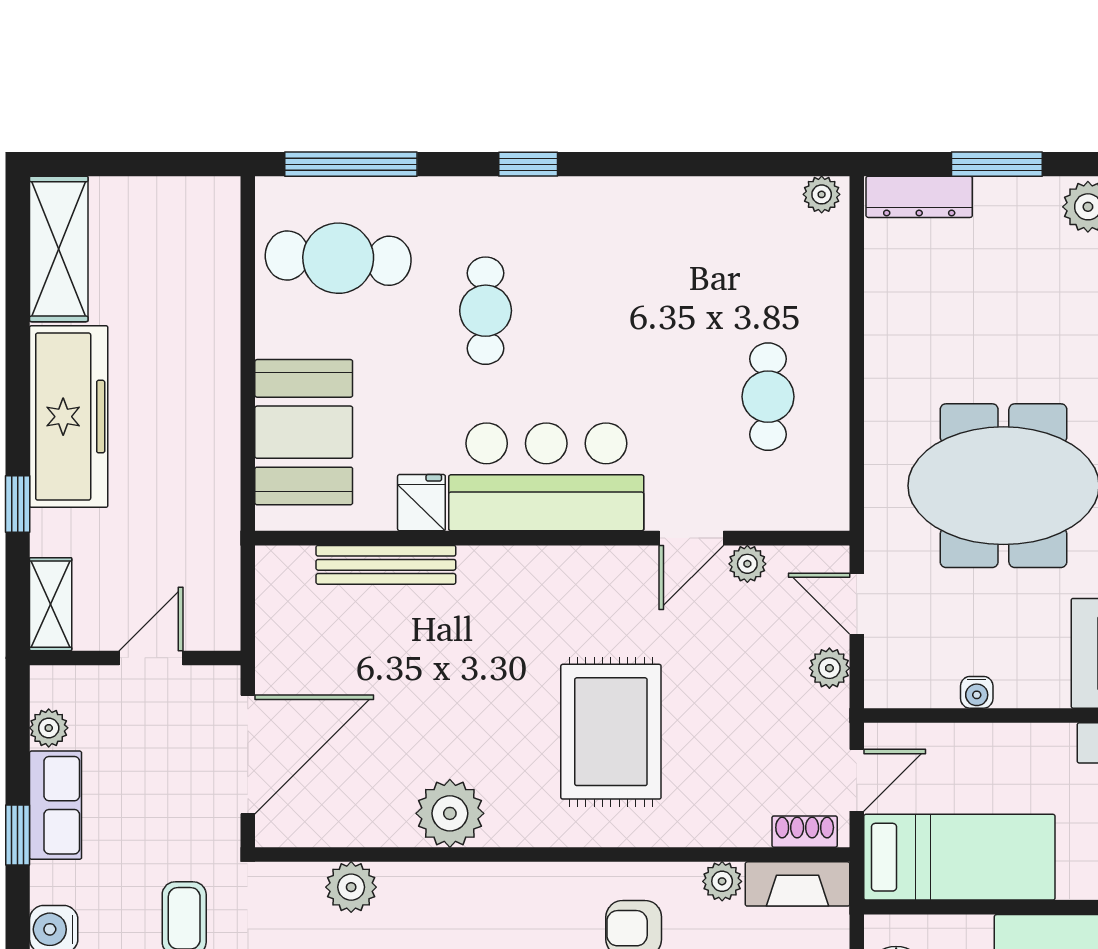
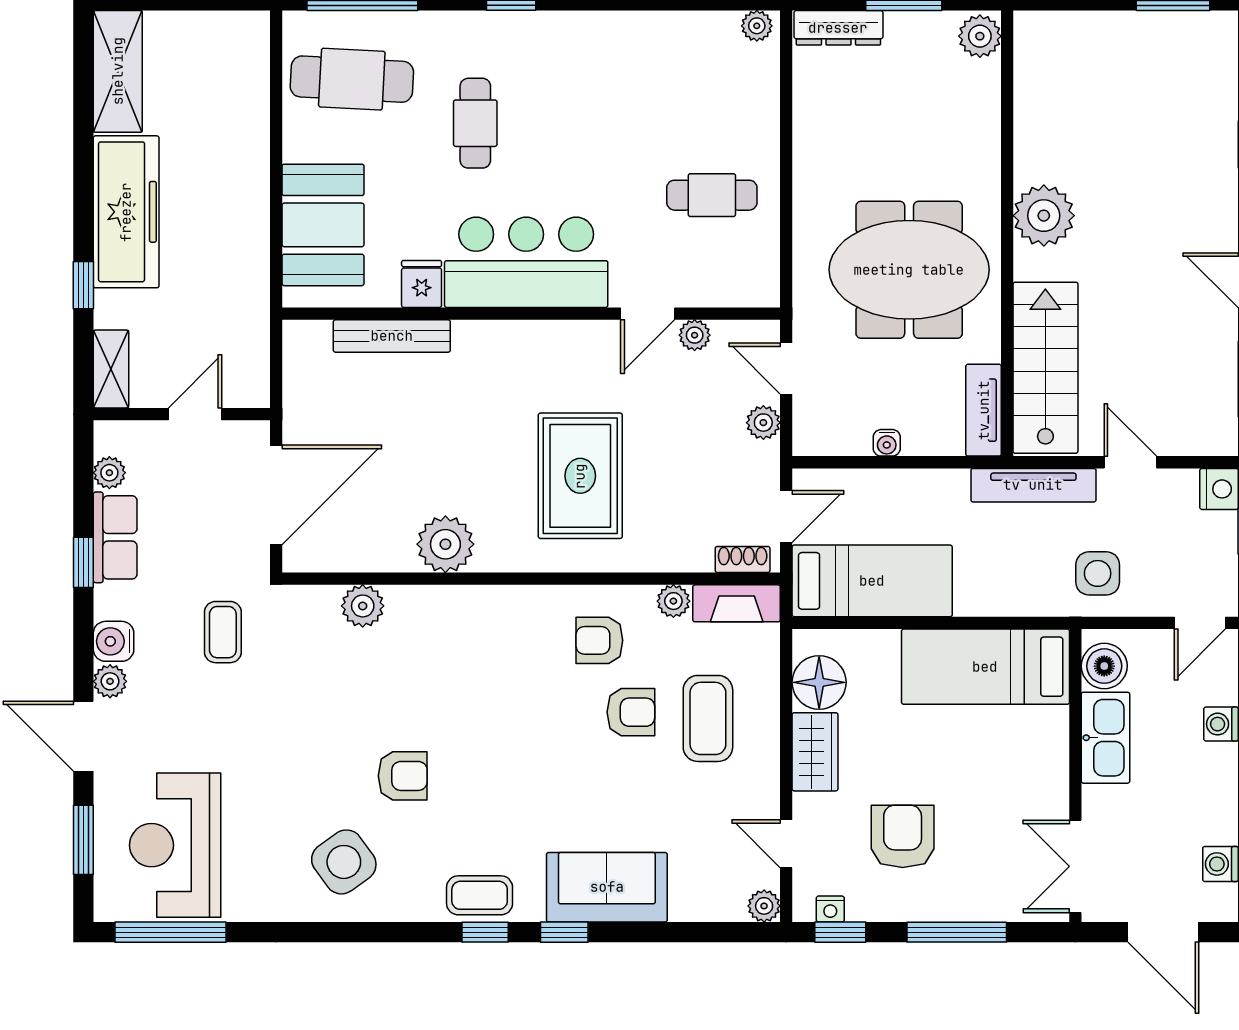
cafe table: (768, 397) -> (712, 195), turned 90

